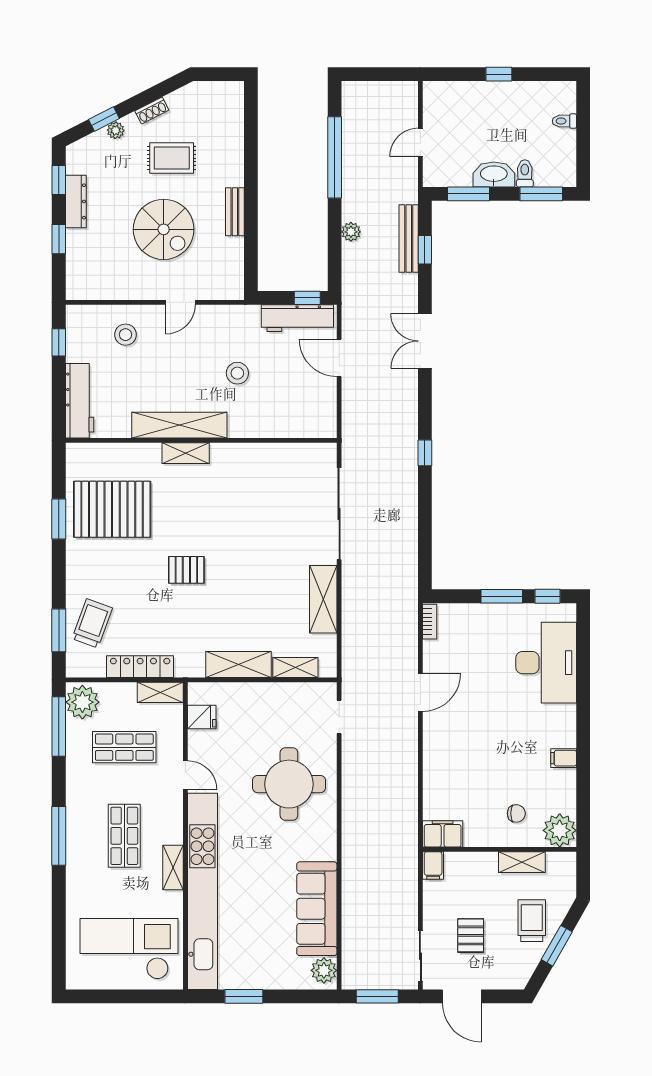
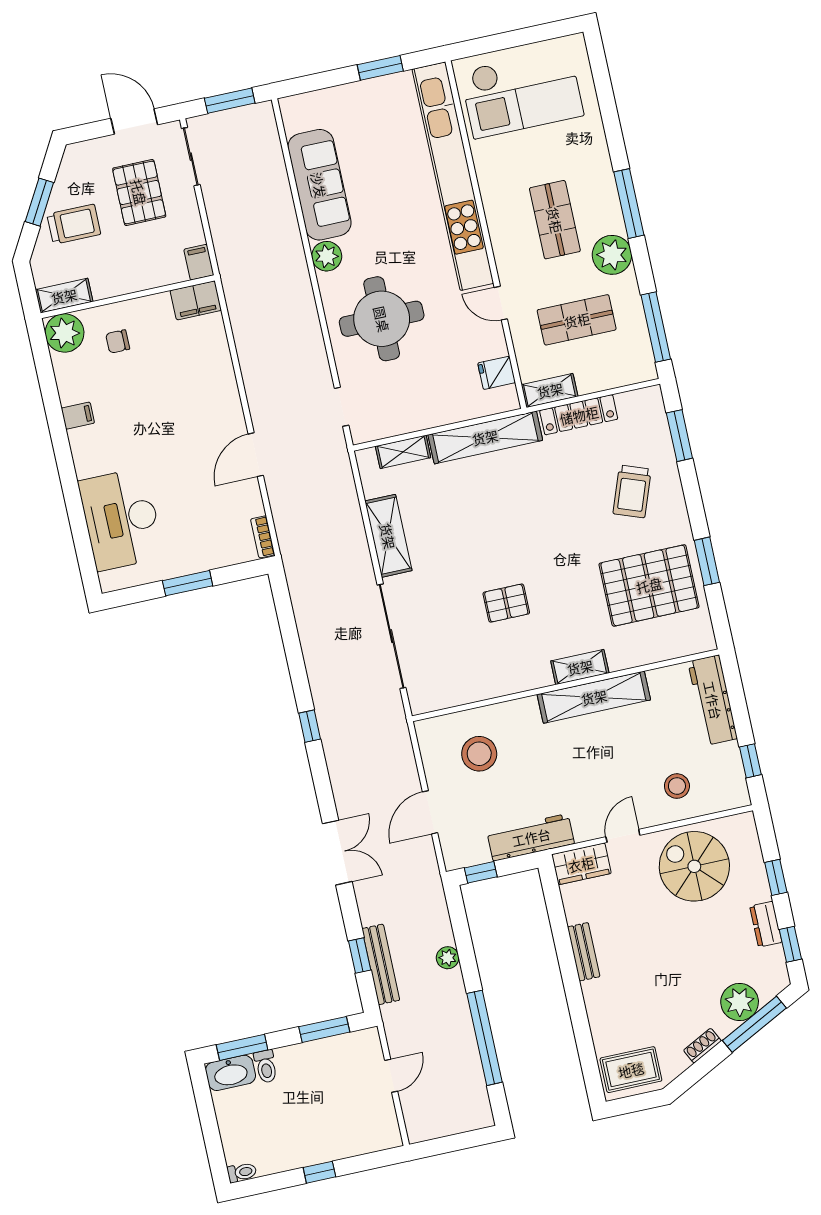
window: (104, 119) -> (754, 1024), width x2.17
toilet: (564, 121) -> (242, 1172), moved
plant: (116, 130) -> (740, 1002), width x1.88, depth x1.88
rug: (172, 158) -> (631, 1070), moved
washbasin: (494, 174) -> (231, 1073), moved
dresser: (76, 201) -> (766, 924), width x0.70
spiral stairs: (164, 229) -> (694, 866), moved
wardrobe: (221, 286) -> (581, 864), added
workbench: (297, 318) -> (531, 837), moved
door: (339, 358) -> (430, 812), swing flipped
stool: (237, 373) -> (479, 754), moved, width x1.38, depth x1.38
pallet: (186, 570) -> (506, 603), moved
window: (548, 596) -> (136, 594), removed
trolley: (92, 623) -> (632, 491), moved
shelving: (238, 665) -> (485, 437), width x1.47
plant: (82, 702) -> (612, 255), moved
shelving: (522, 862) -> (64, 296), moved
shelving: (173, 867) -> (492, 196), removed
trolley: (532, 921) -> (74, 224), turned -90
pallet: (471, 935) -> (139, 192), width x1.50, depth x1.42
plant: (324, 970) -> (327, 256), moved

